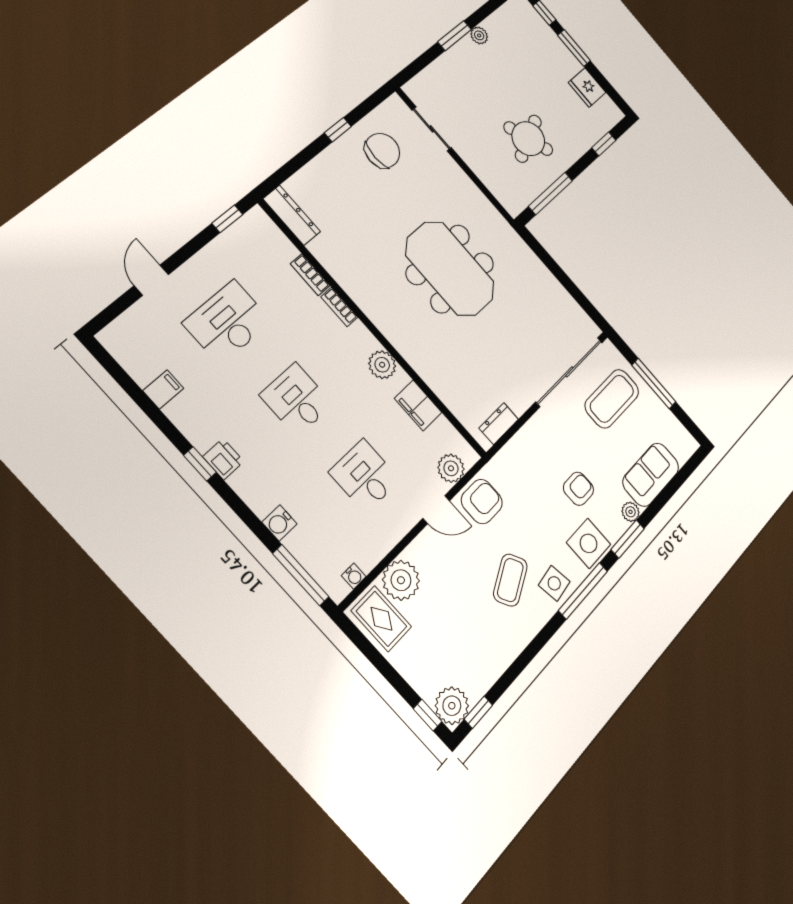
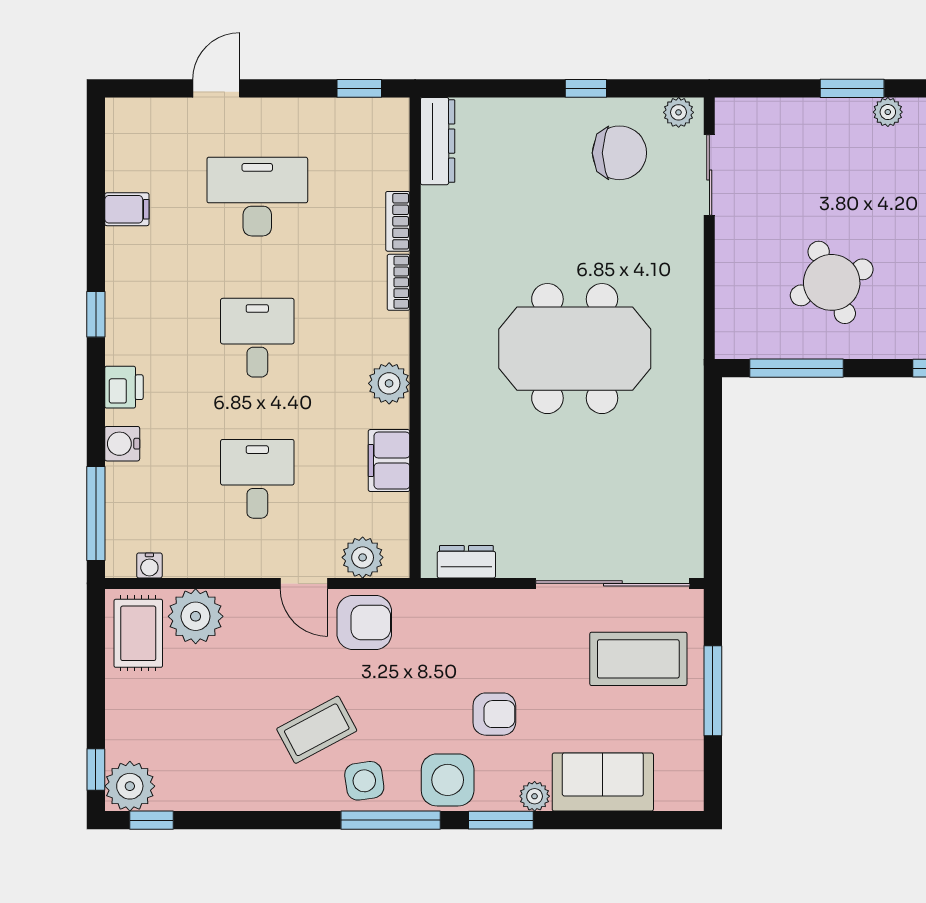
plant: (391, 108) -> (679, 112), added
meeting table: (450, 269) -> (575, 349), turned 90
printer: (223, 459) -> (124, 387), moved

